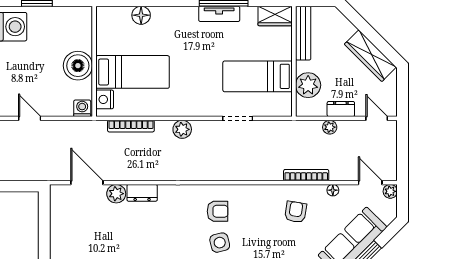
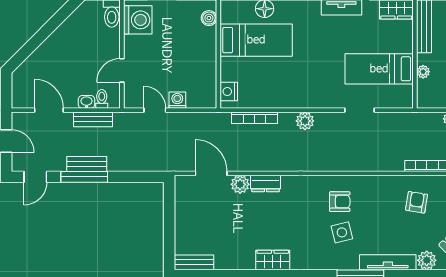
boiler: (78, 66) -> (209, 18), moved, width x0.54, depth x0.54
bed: (133, 72) -> (256, 40), moved
plant: (308, 85) -> (423, 72), width x0.53, depth x0.53
washing machine: (82, 108) -> (177, 100), moved

